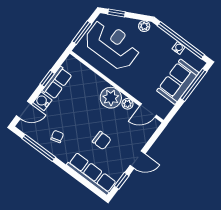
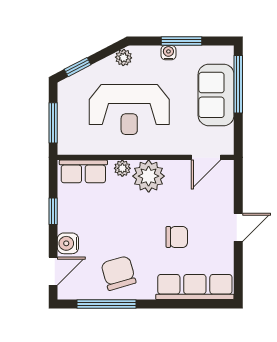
window: (181, 40) -> (182, 41), width x0.47
reception desk: (112, 45) -> (129, 110), moved, turned 180
water cooler: (179, 48) -> (168, 53), moved
row of seats: (57, 83) -> (83, 171), moved, turned 90
plant: (127, 104) -> (122, 168), moved
chair: (57, 136) -> (118, 273), width x1.87, depth x1.87
window: (122, 181) -> (238, 268), removed

